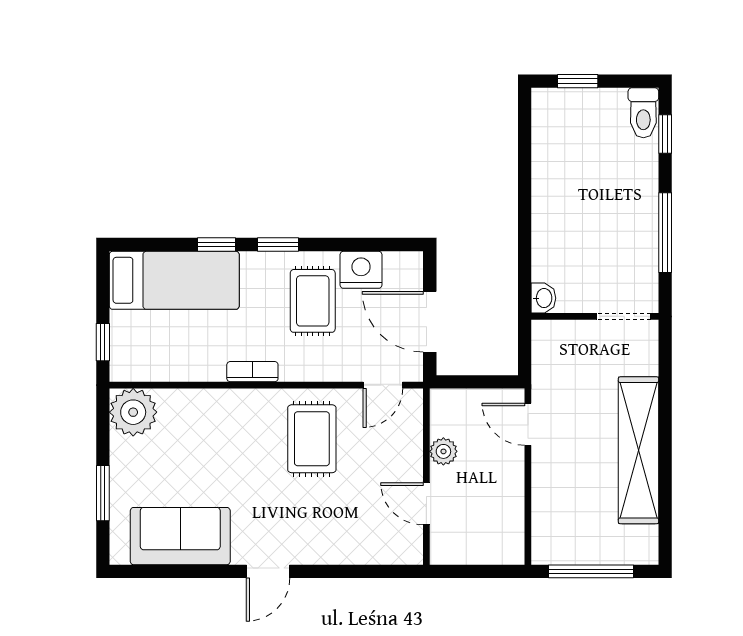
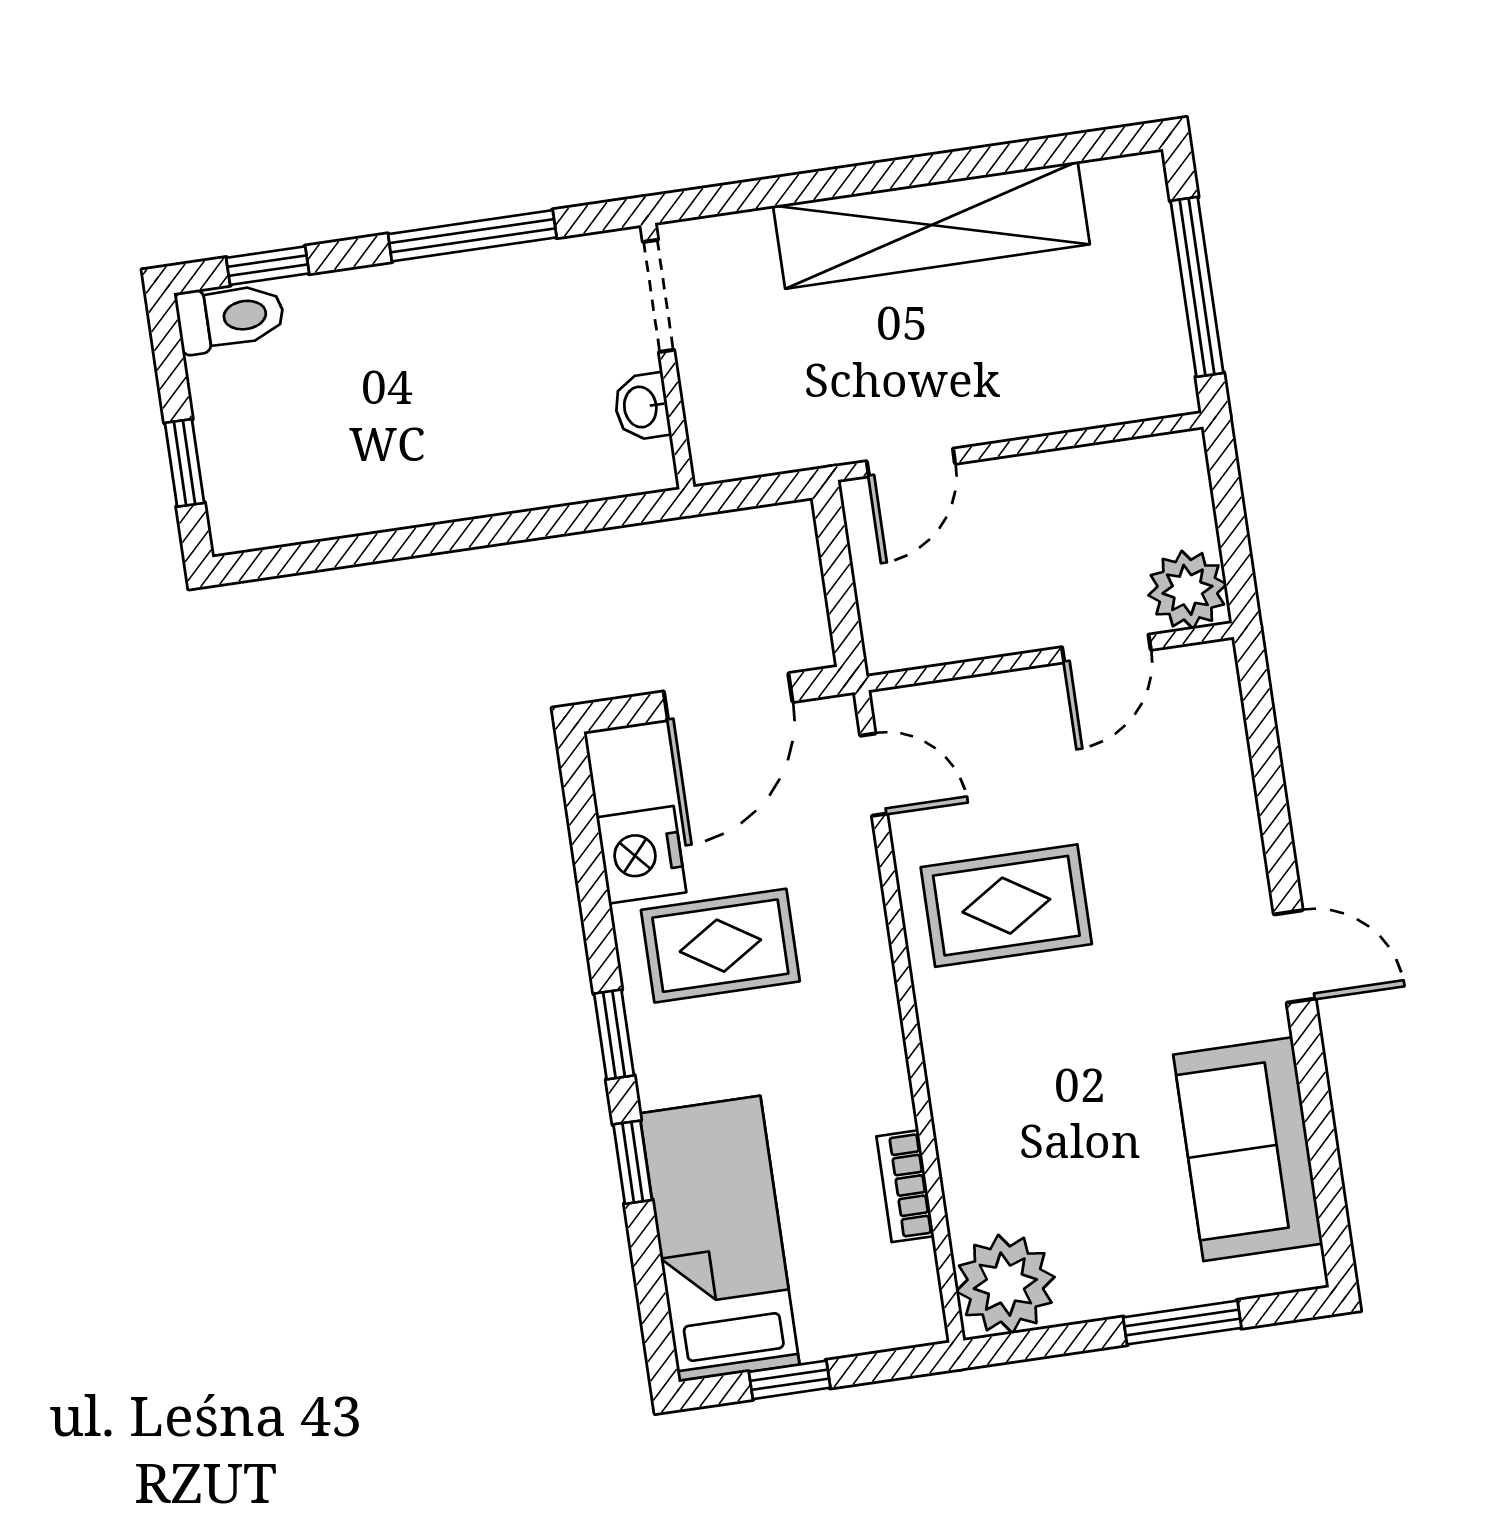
washbasin: (543, 298) -> (642, 407), moved, turned -90
window: (103, 342) -> (790, 1380), moved
bookcase: (252, 372) -> (905, 1186), moved
plant: (443, 451) -> (1187, 590), moved, width x1.38, depth x1.38

